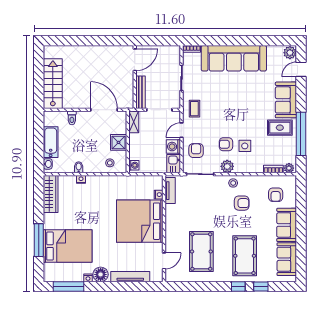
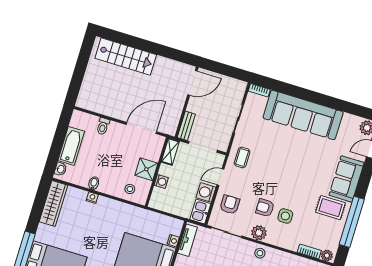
stairs: (53, 84) -> (126, 57), moved, turned 90
bench: (140, 92) -> (186, 126), width x0.73
door: (104, 110) -> (141, 128), hinge flipped
washing machine: (134, 165) -> (161, 181), moved

